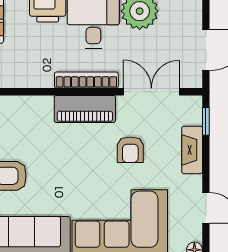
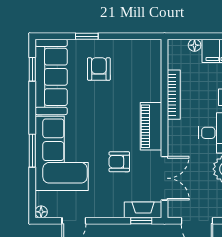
bookcase: (86, 80) -> (174, 95), moved
fireplace: (192, 150) -> (143, 210), moved

